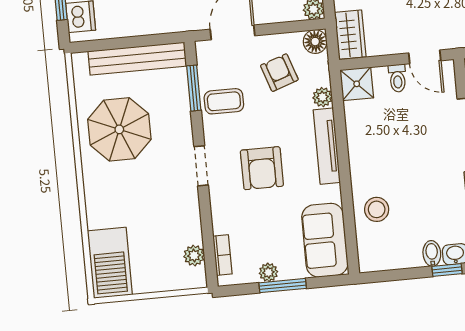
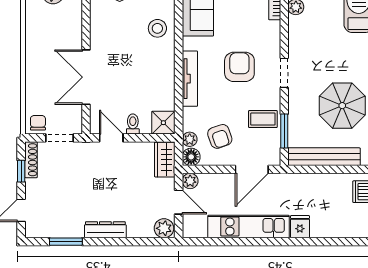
plant: (322, 97) -> (190, 139), moved

